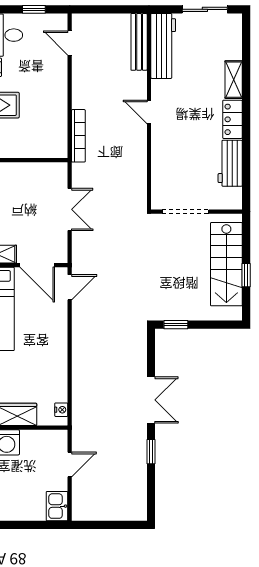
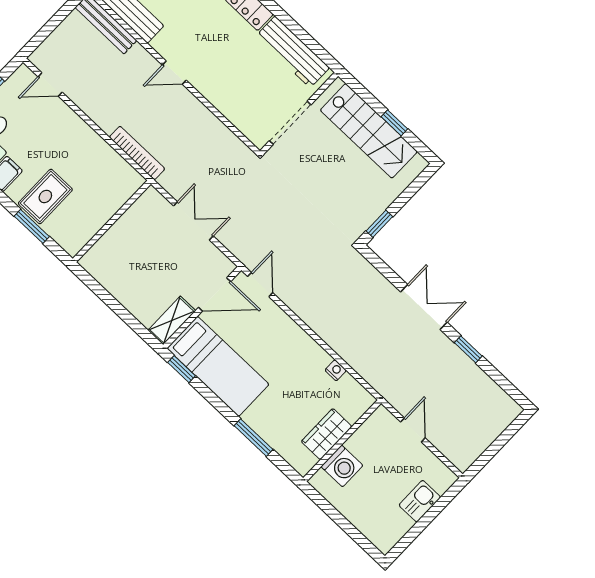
workbench: (230, 163) -> (293, 52), width x1.37
nightstand: (61, 410) -> (336, 370), moved
kitchen sink: (57, 506) -> (420, 501), moved, turned 90

